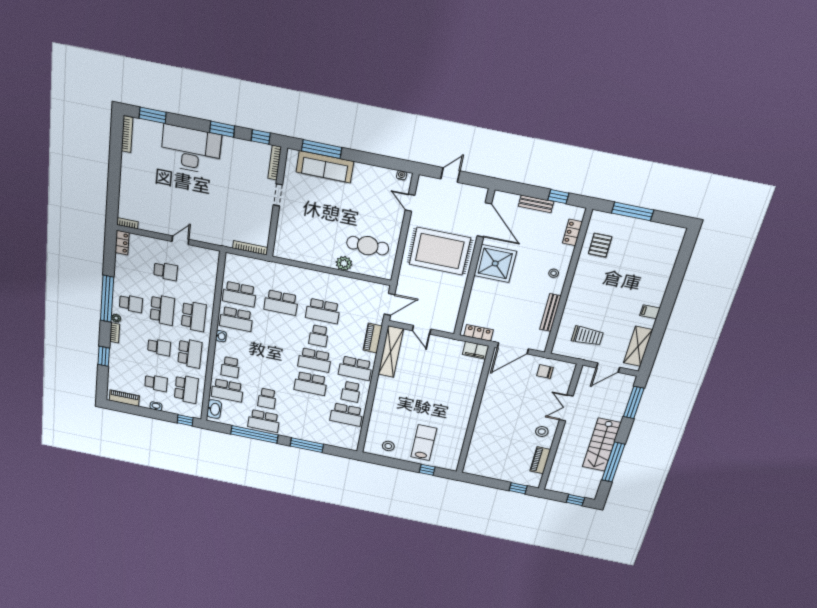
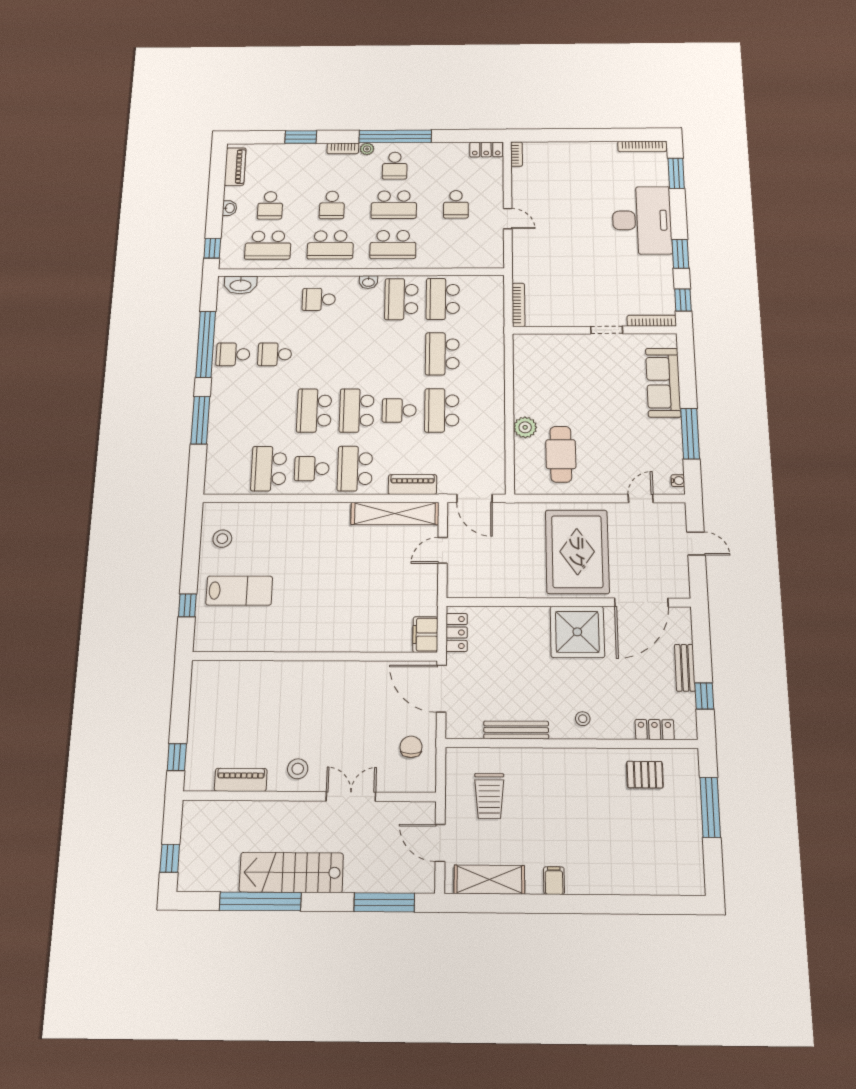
window: (322, 149) -> (690, 434), moved
school desk: (227, 390) -> (278, 299), removed
school desk: (264, 421) -> (233, 354), width x0.54

